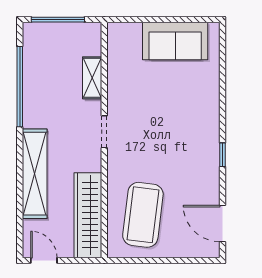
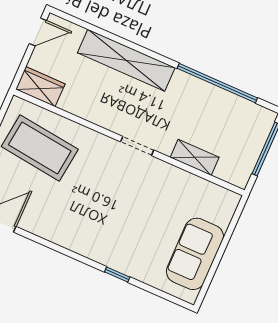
window: (222, 155) -> (117, 275), moved
wardrobe: (88, 215) -> (40, 87), width x0.48, depth x0.85

